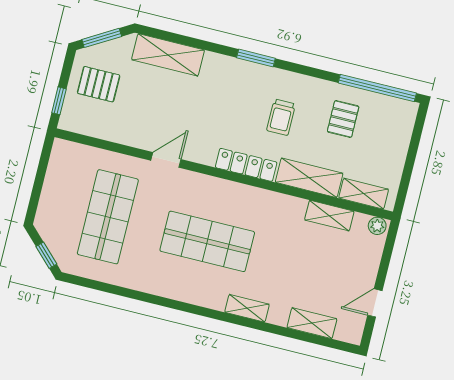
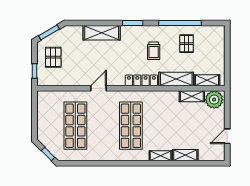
shelving: (168, 55) -> (102, 33), moved
pallet: (99, 84) -> (53, 57), turned 90
window: (377, 88) -> (180, 23), moved
plant: (377, 226) -> (214, 100), width x1.87, depth x1.87
shop shelf: (207, 241) -> (131, 126), turned 90
shelving: (312, 323) -> (185, 155), moved

